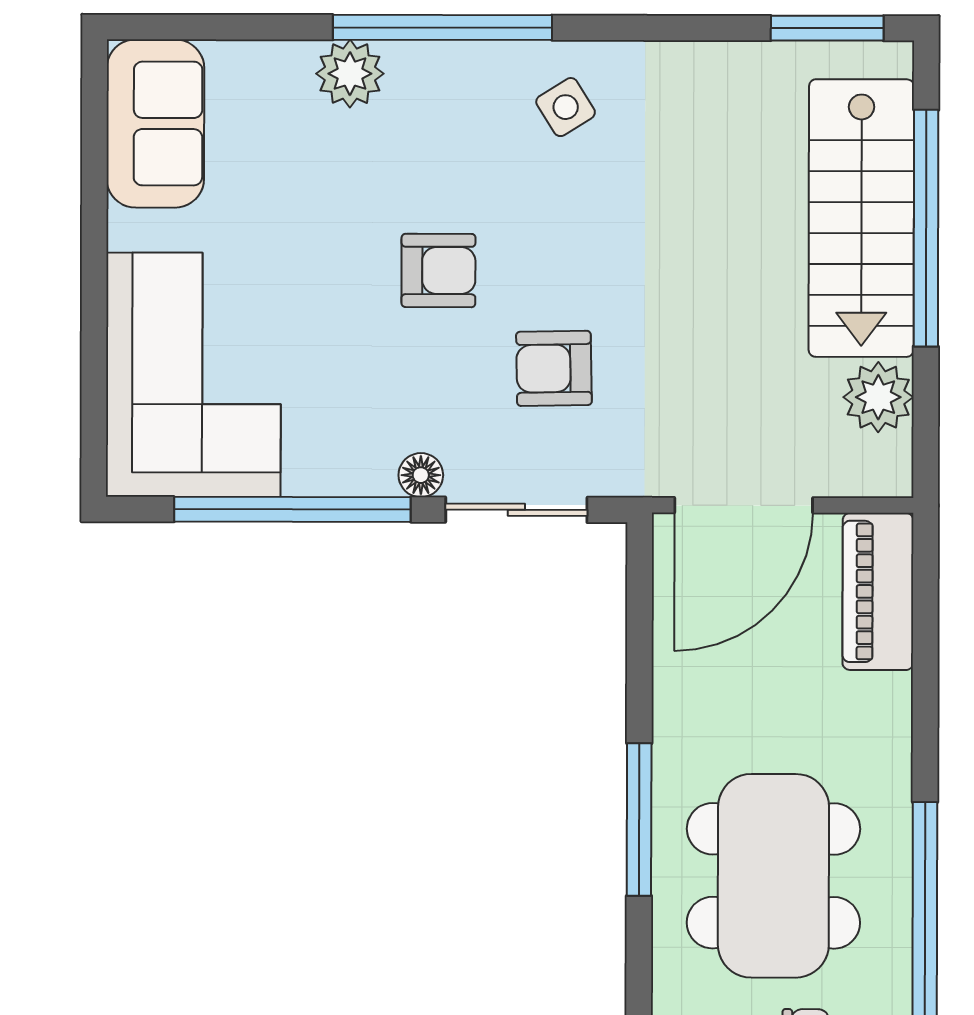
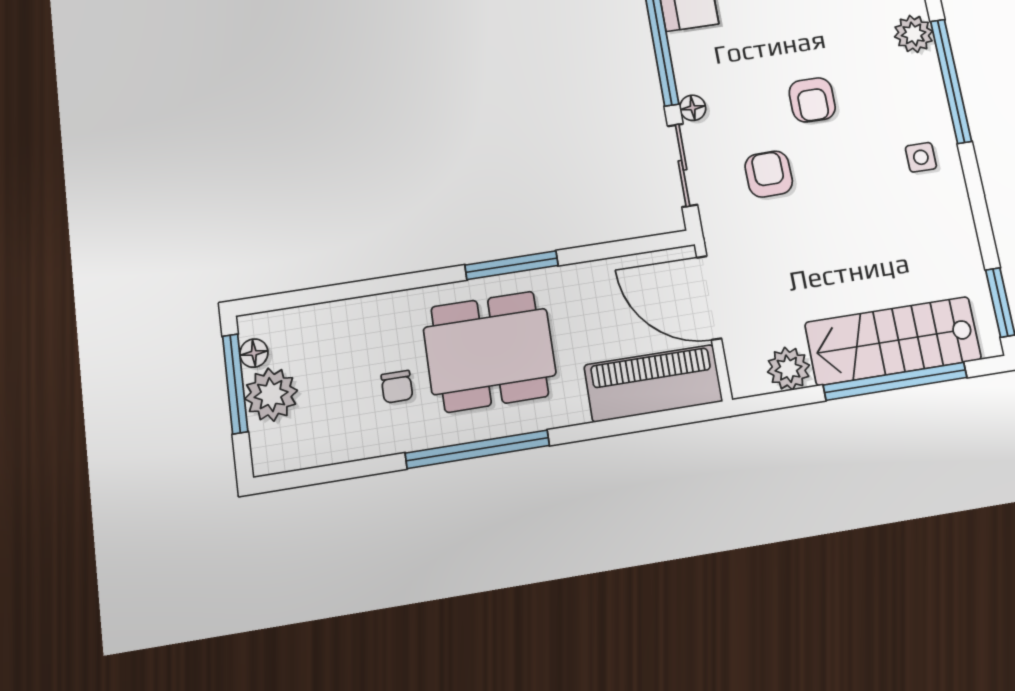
side table: (566, 107) -> (921, 157), turned 32
piano: (878, 591) -> (653, 383), width x1.37, depth x1.33

